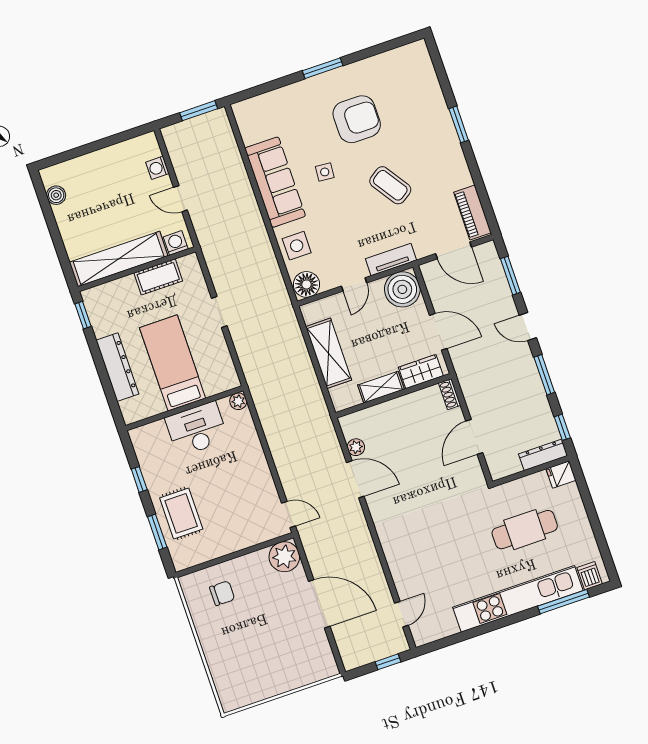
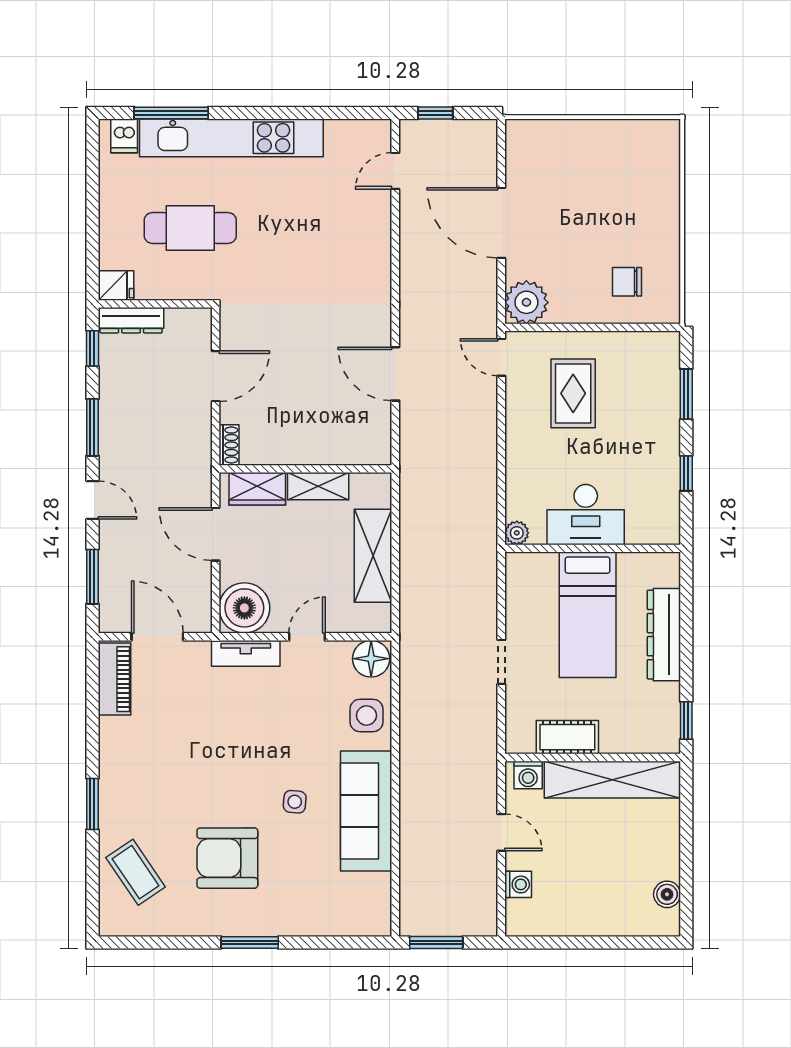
coffee table: (390, 185) -> (136, 872), moved
plant: (356, 447) -> (380, 417), removed
rug: (181, 513) -> (573, 393), moved

